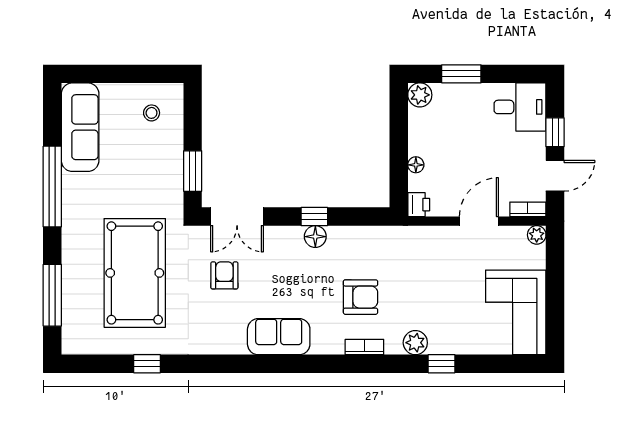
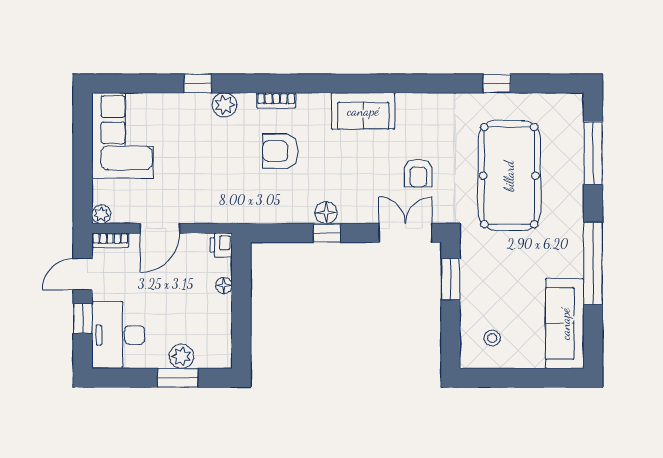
plant: (420, 95) -> (181, 356), moved
desk: (520, 107) -> (118, 335), width x1.37

